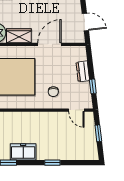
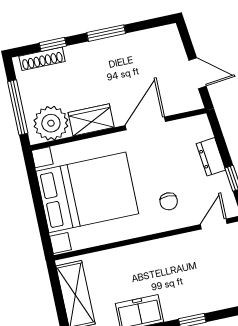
door: (76, 110) -> (214, 224), swing flipped

